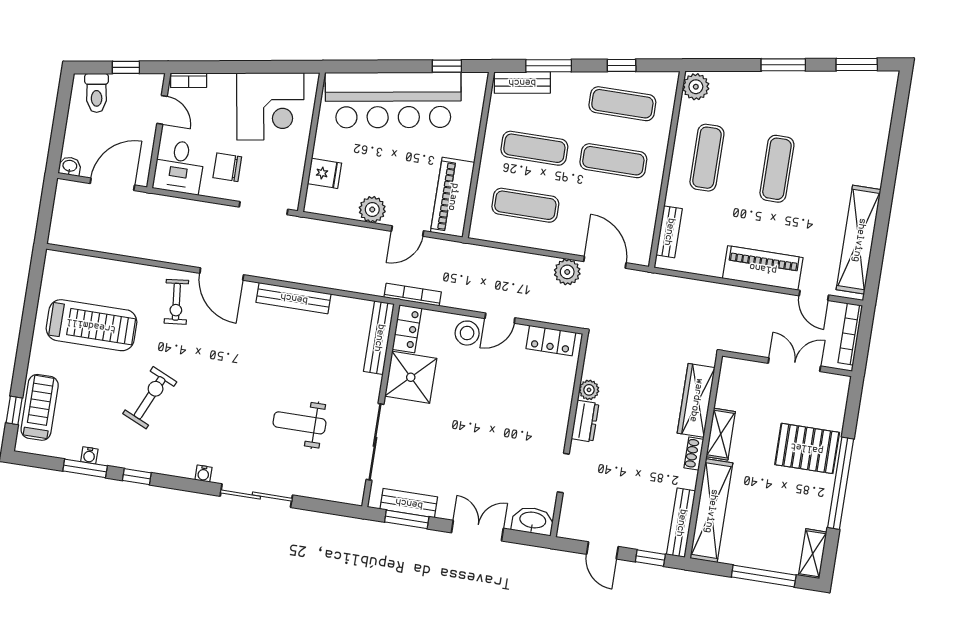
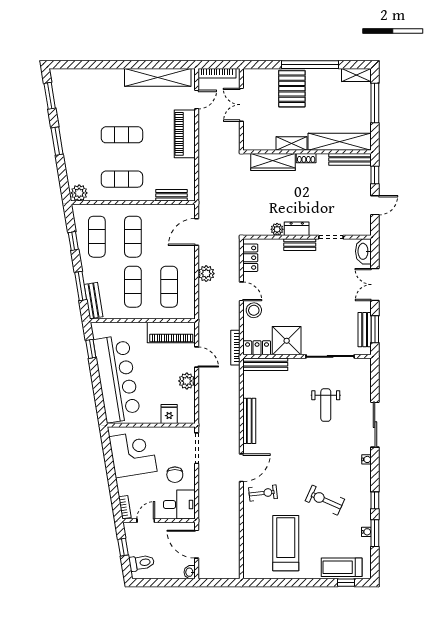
plant: (567, 272) -> (206, 274), moved
bench: (559, 422) -> (300, 245), added

